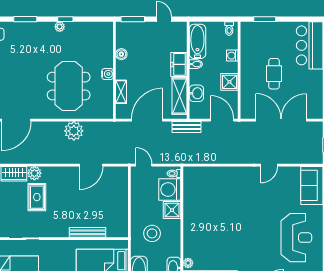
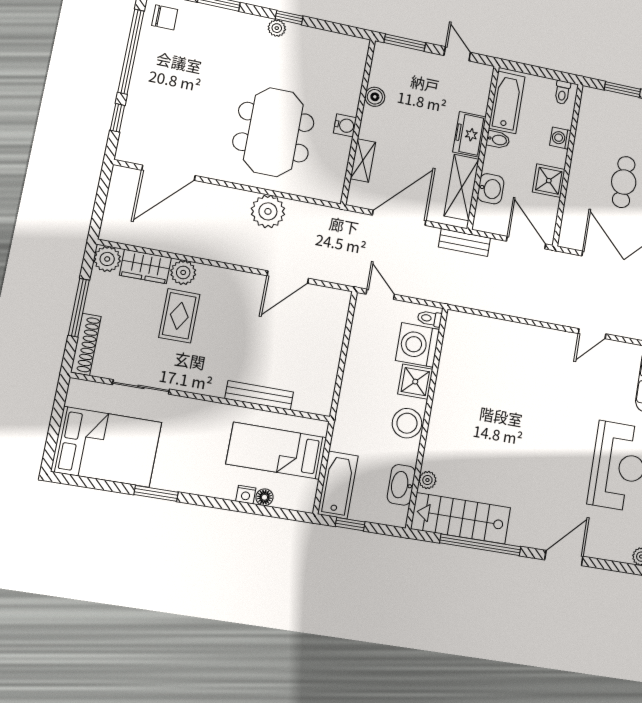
stool: (152, 233) -> (407, 423), moved

